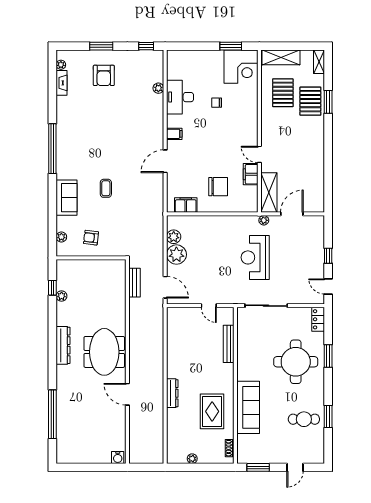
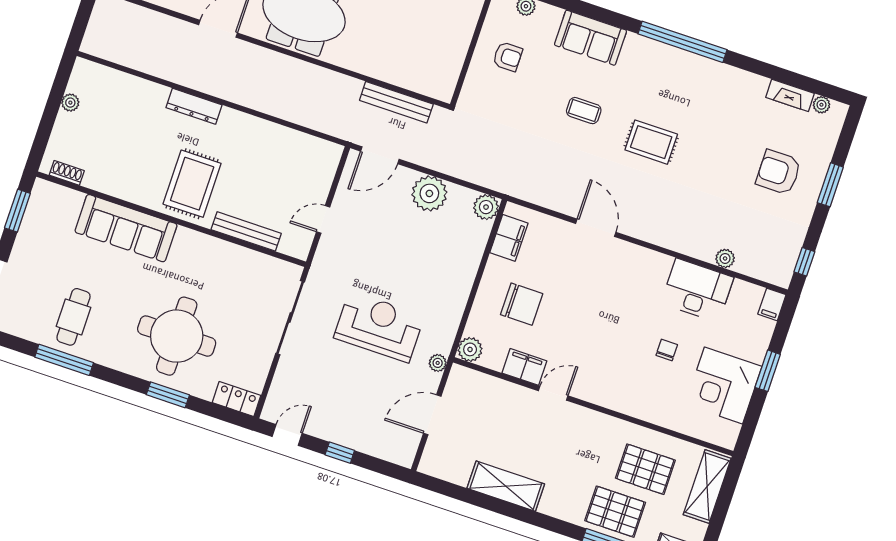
window: (231, 46) -> (768, 371), moved
corner desk: (241, 67) -> (723, 385), moved
filing cabinet: (174, 134) -> (772, 304), moved
rug: (110, 147) -> (651, 142), added
chair: (218, 187) -> (522, 304), turned -90
shelving: (269, 193) -> (506, 486), moved
plant: (251, 206) -> (470, 349), added
door: (292, 214) -> (432, 415), swing flipped
plant: (174, 237) -> (486, 207), moved
armchair: (91, 238) -> (508, 57), turned 83
bench: (135, 283) -> (396, 102), width x1.36
rug: (212, 411) -> (192, 184), moved, turned 90
window: (328, 417) -> (64, 360), width x1.44

